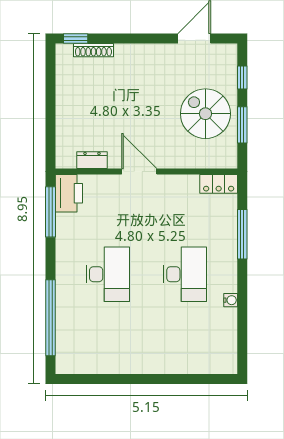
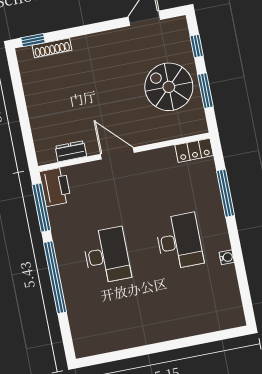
window: (50, 318) -> (55, 277), moved

